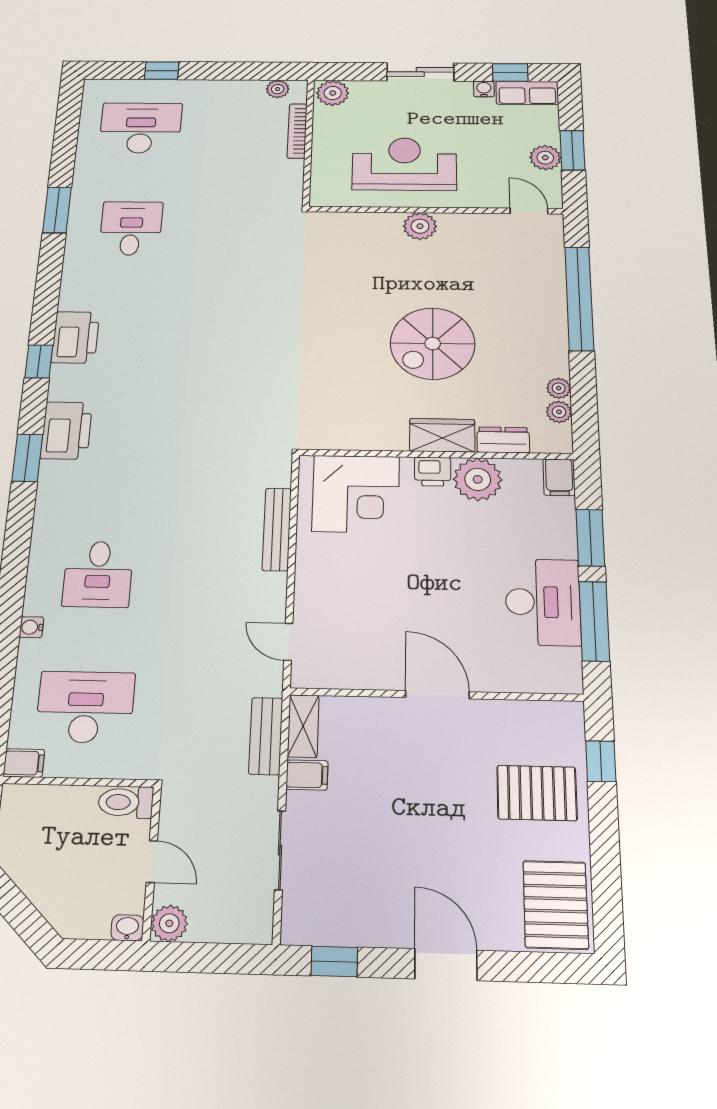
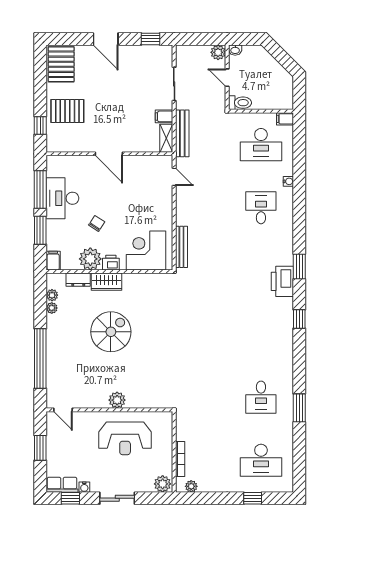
plant: (545, 158) -> (54, 443), removed
printer: (75, 337) -> (283, 333), removed
bench: (277, 529) -> (181, 247), moved
chair: (464, 549) -> (97, 223), added
bench: (266, 736) -> (182, 133), width x1.36

